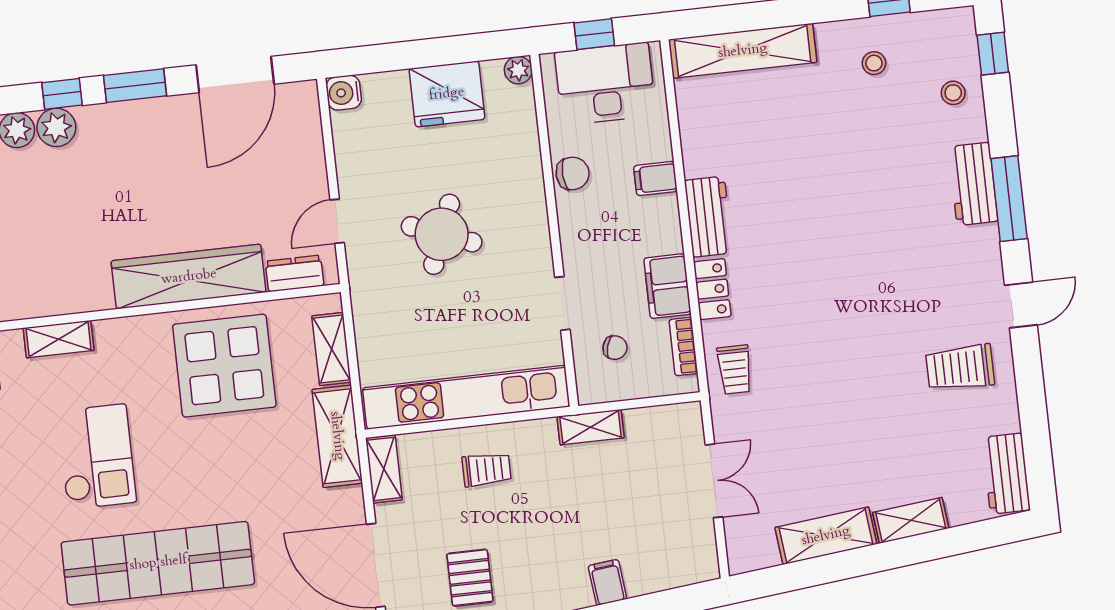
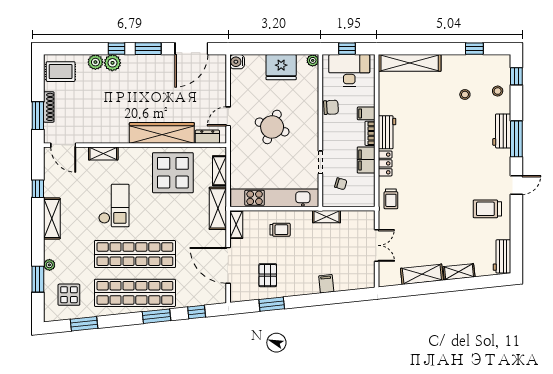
stool: (874, 63) -> (465, 94), moved
bookcase: (683, 347) -> (370, 133), moved

